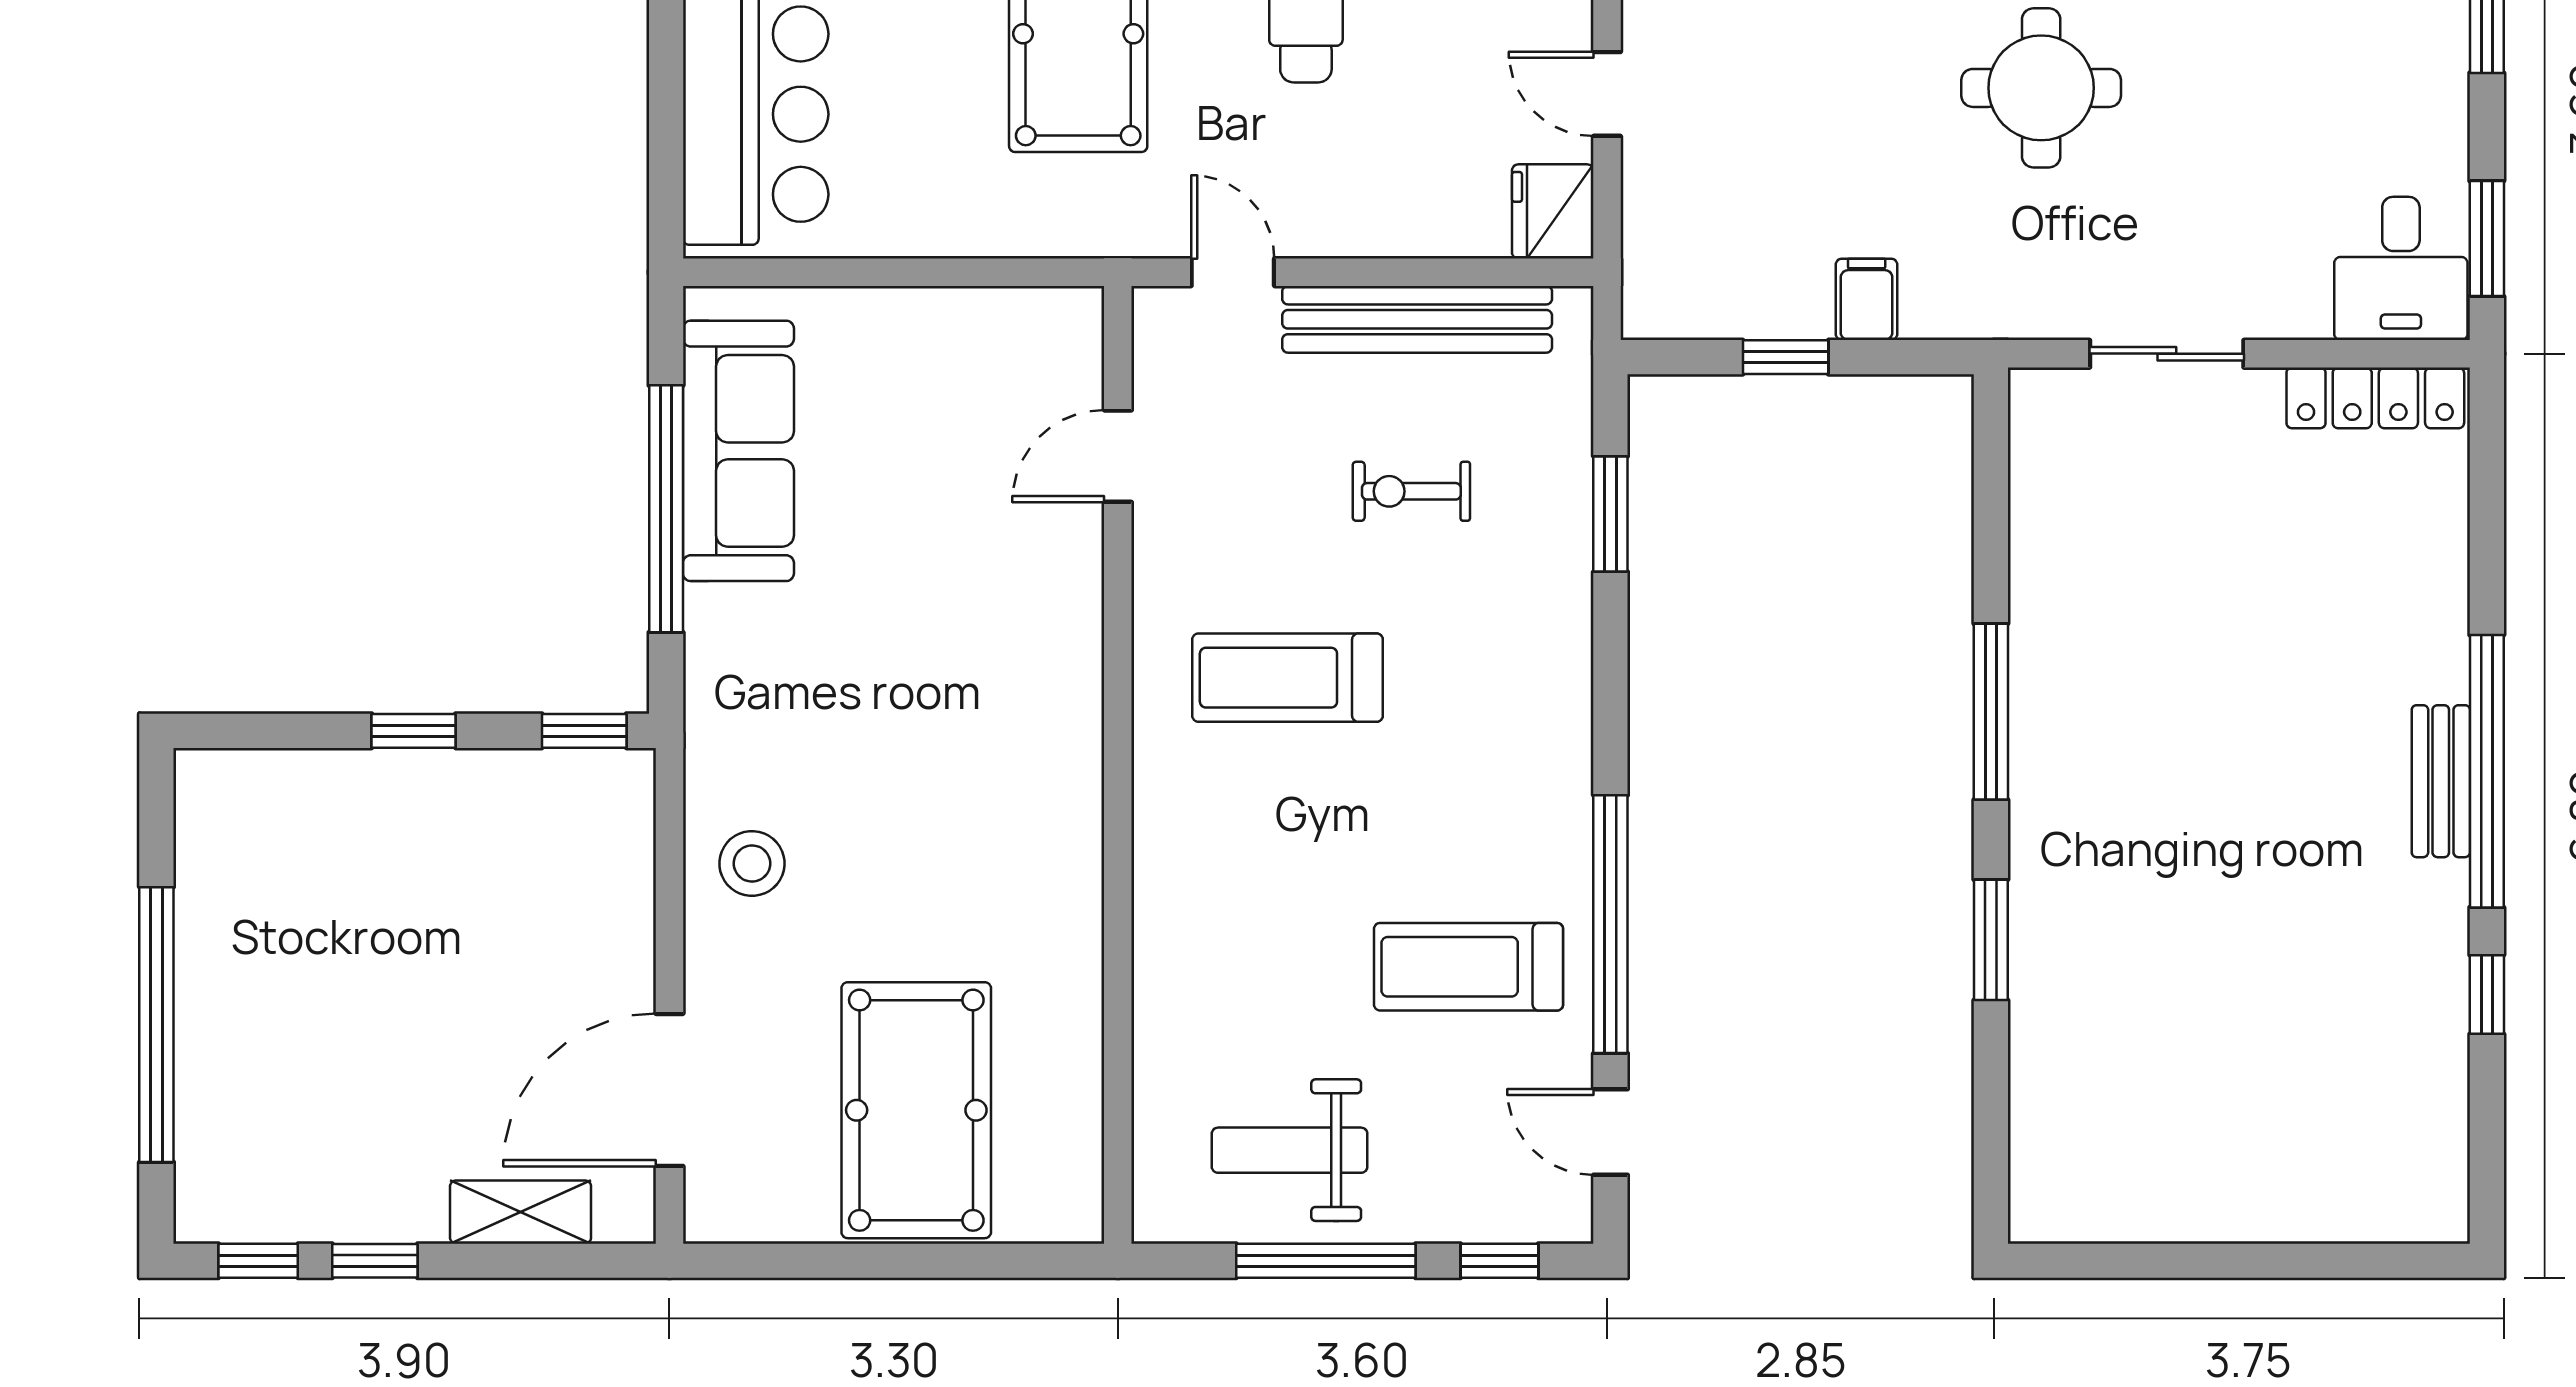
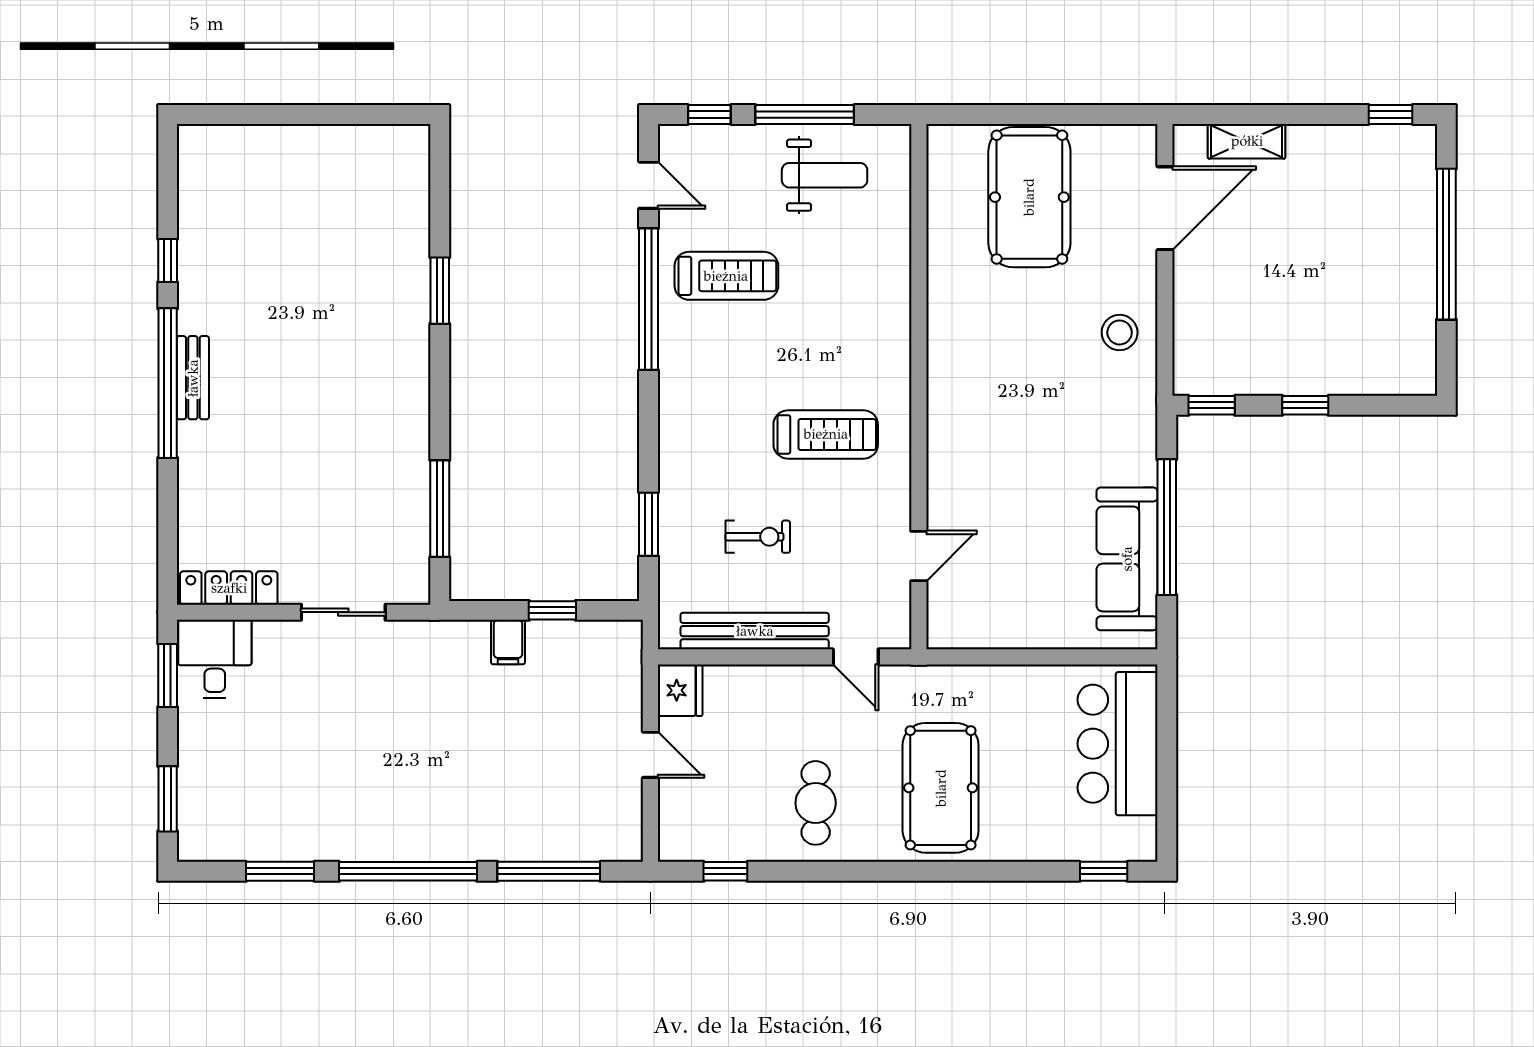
round table: (2041, 88) -> (412, 758), removed
window: (1991, 712) -> (440, 509), moved
window: (375, 1261) -> (1326, 115), removed

